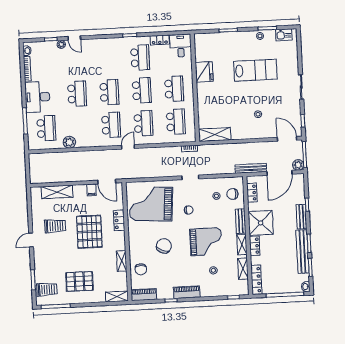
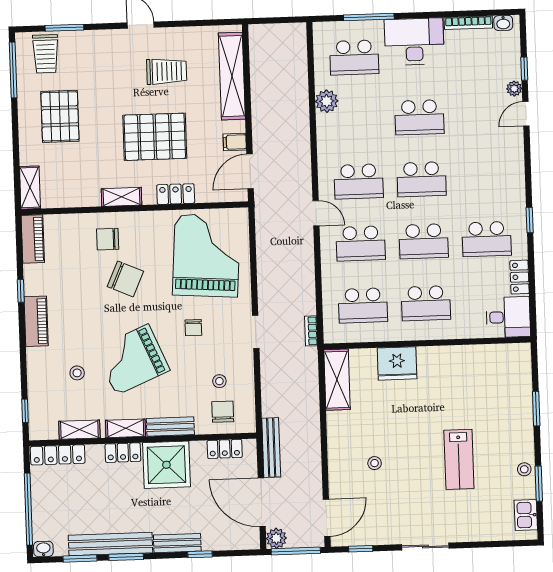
lab bench: (255, 70) -> (459, 459), width x0.73, depth x0.72
fridge: (204, 72) -> (397, 363), moved
shelving: (57, 192) -> (232, 76), width x1.47
trolley: (55, 226) -> (167, 71), turned -90
grand piano: (206, 242) -> (132, 360), turned 67
shelving: (122, 261) -> (121, 197), moved
chair: (141, 269) -> (108, 239), moved

